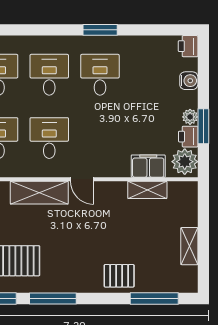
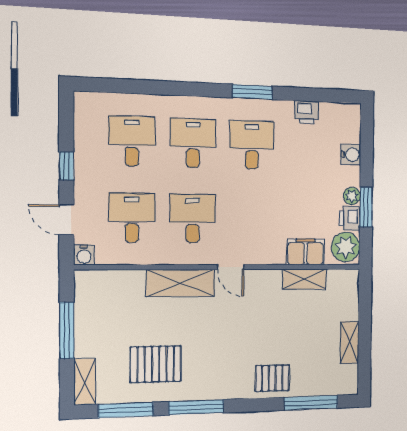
printer: (188, 46) -> (307, 112), moved, turned -90

